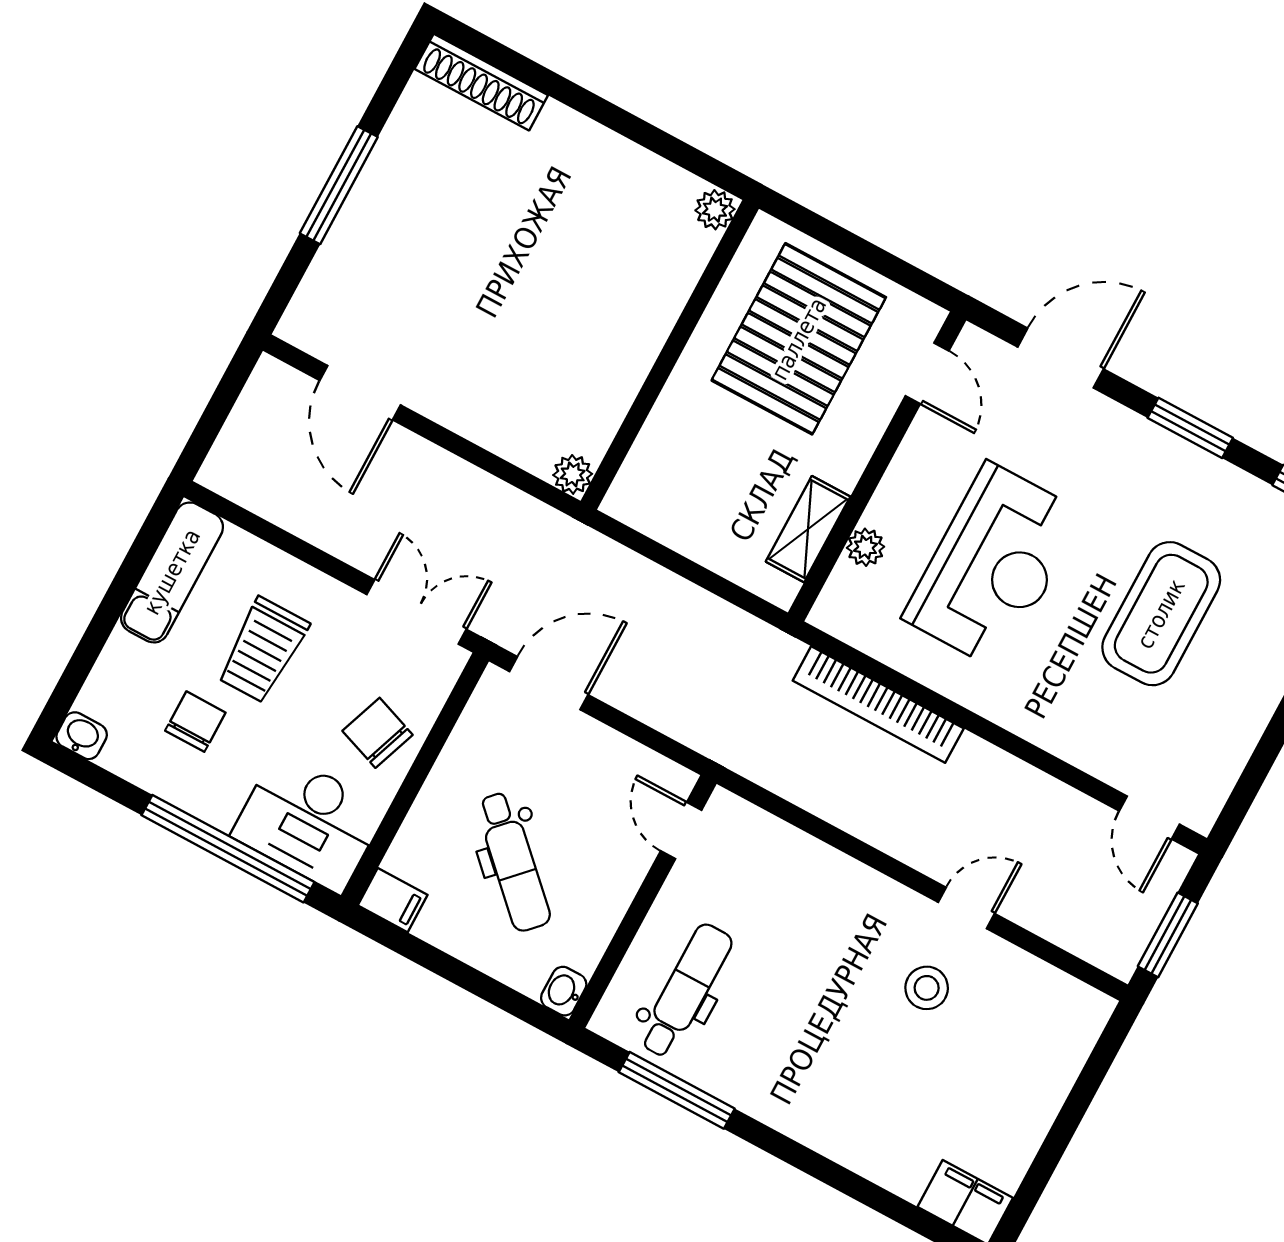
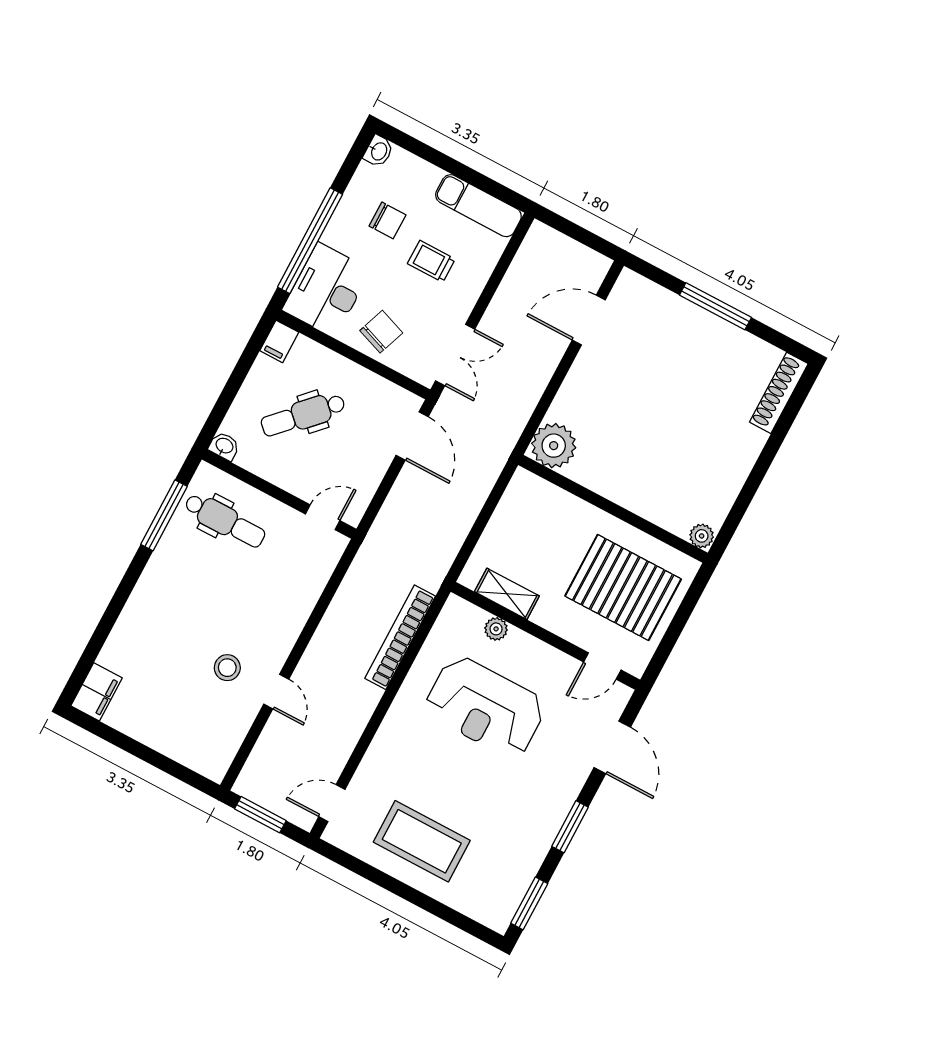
plant: (573, 474) -> (554, 446), width x1.88, depth x1.88
coffee table: (1161, 614) -> (422, 841), moved
trolley: (263, 650) -> (431, 261), width x0.73, depth x0.72

